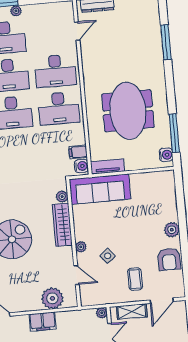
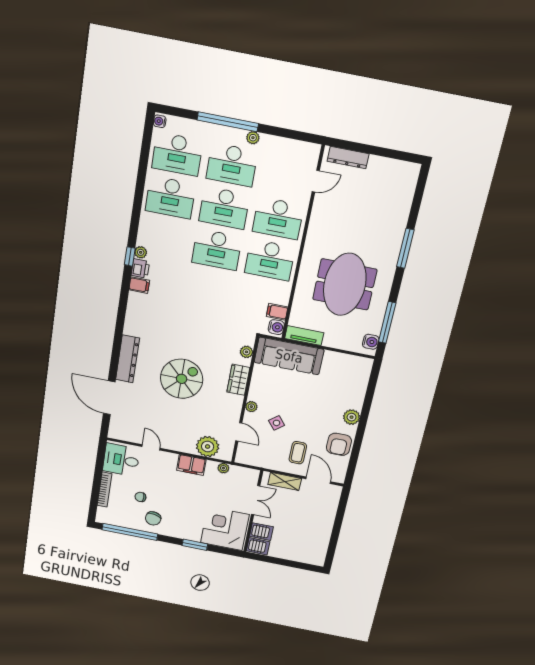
window: (166, 42) -> (405, 248), moved
wardrobe: (62, 225) -> (238, 380), width x0.67
door: (162, 301) -> (318, 480), swing flipped
plant: (102, 313) -> (223, 468), moved

